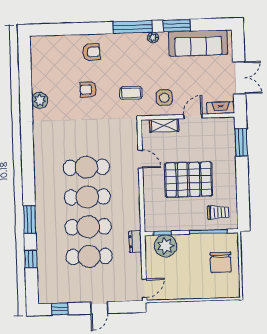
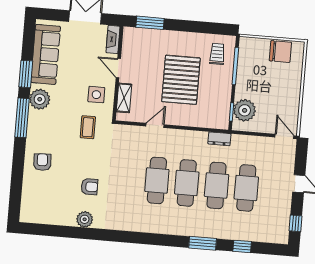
plant: (153, 37) -> (40, 99), width x1.88, depth x1.88
armchair: (88, 89) -> (89, 187), moved, turned -90
dresser: (135, 241) -> (219, 139), moved
chair: (221, 262) -> (280, 52), moved

